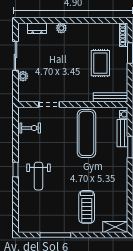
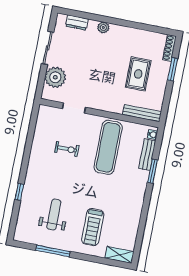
plant: (23, 76) -> (55, 77), width x1.87, depth x1.87
exercise bike: (30, 128) -> (67, 149), moved
window: (15, 169) -> (19, 192), moved
weight bench: (38, 176) -> (54, 215), moved, turned 180

